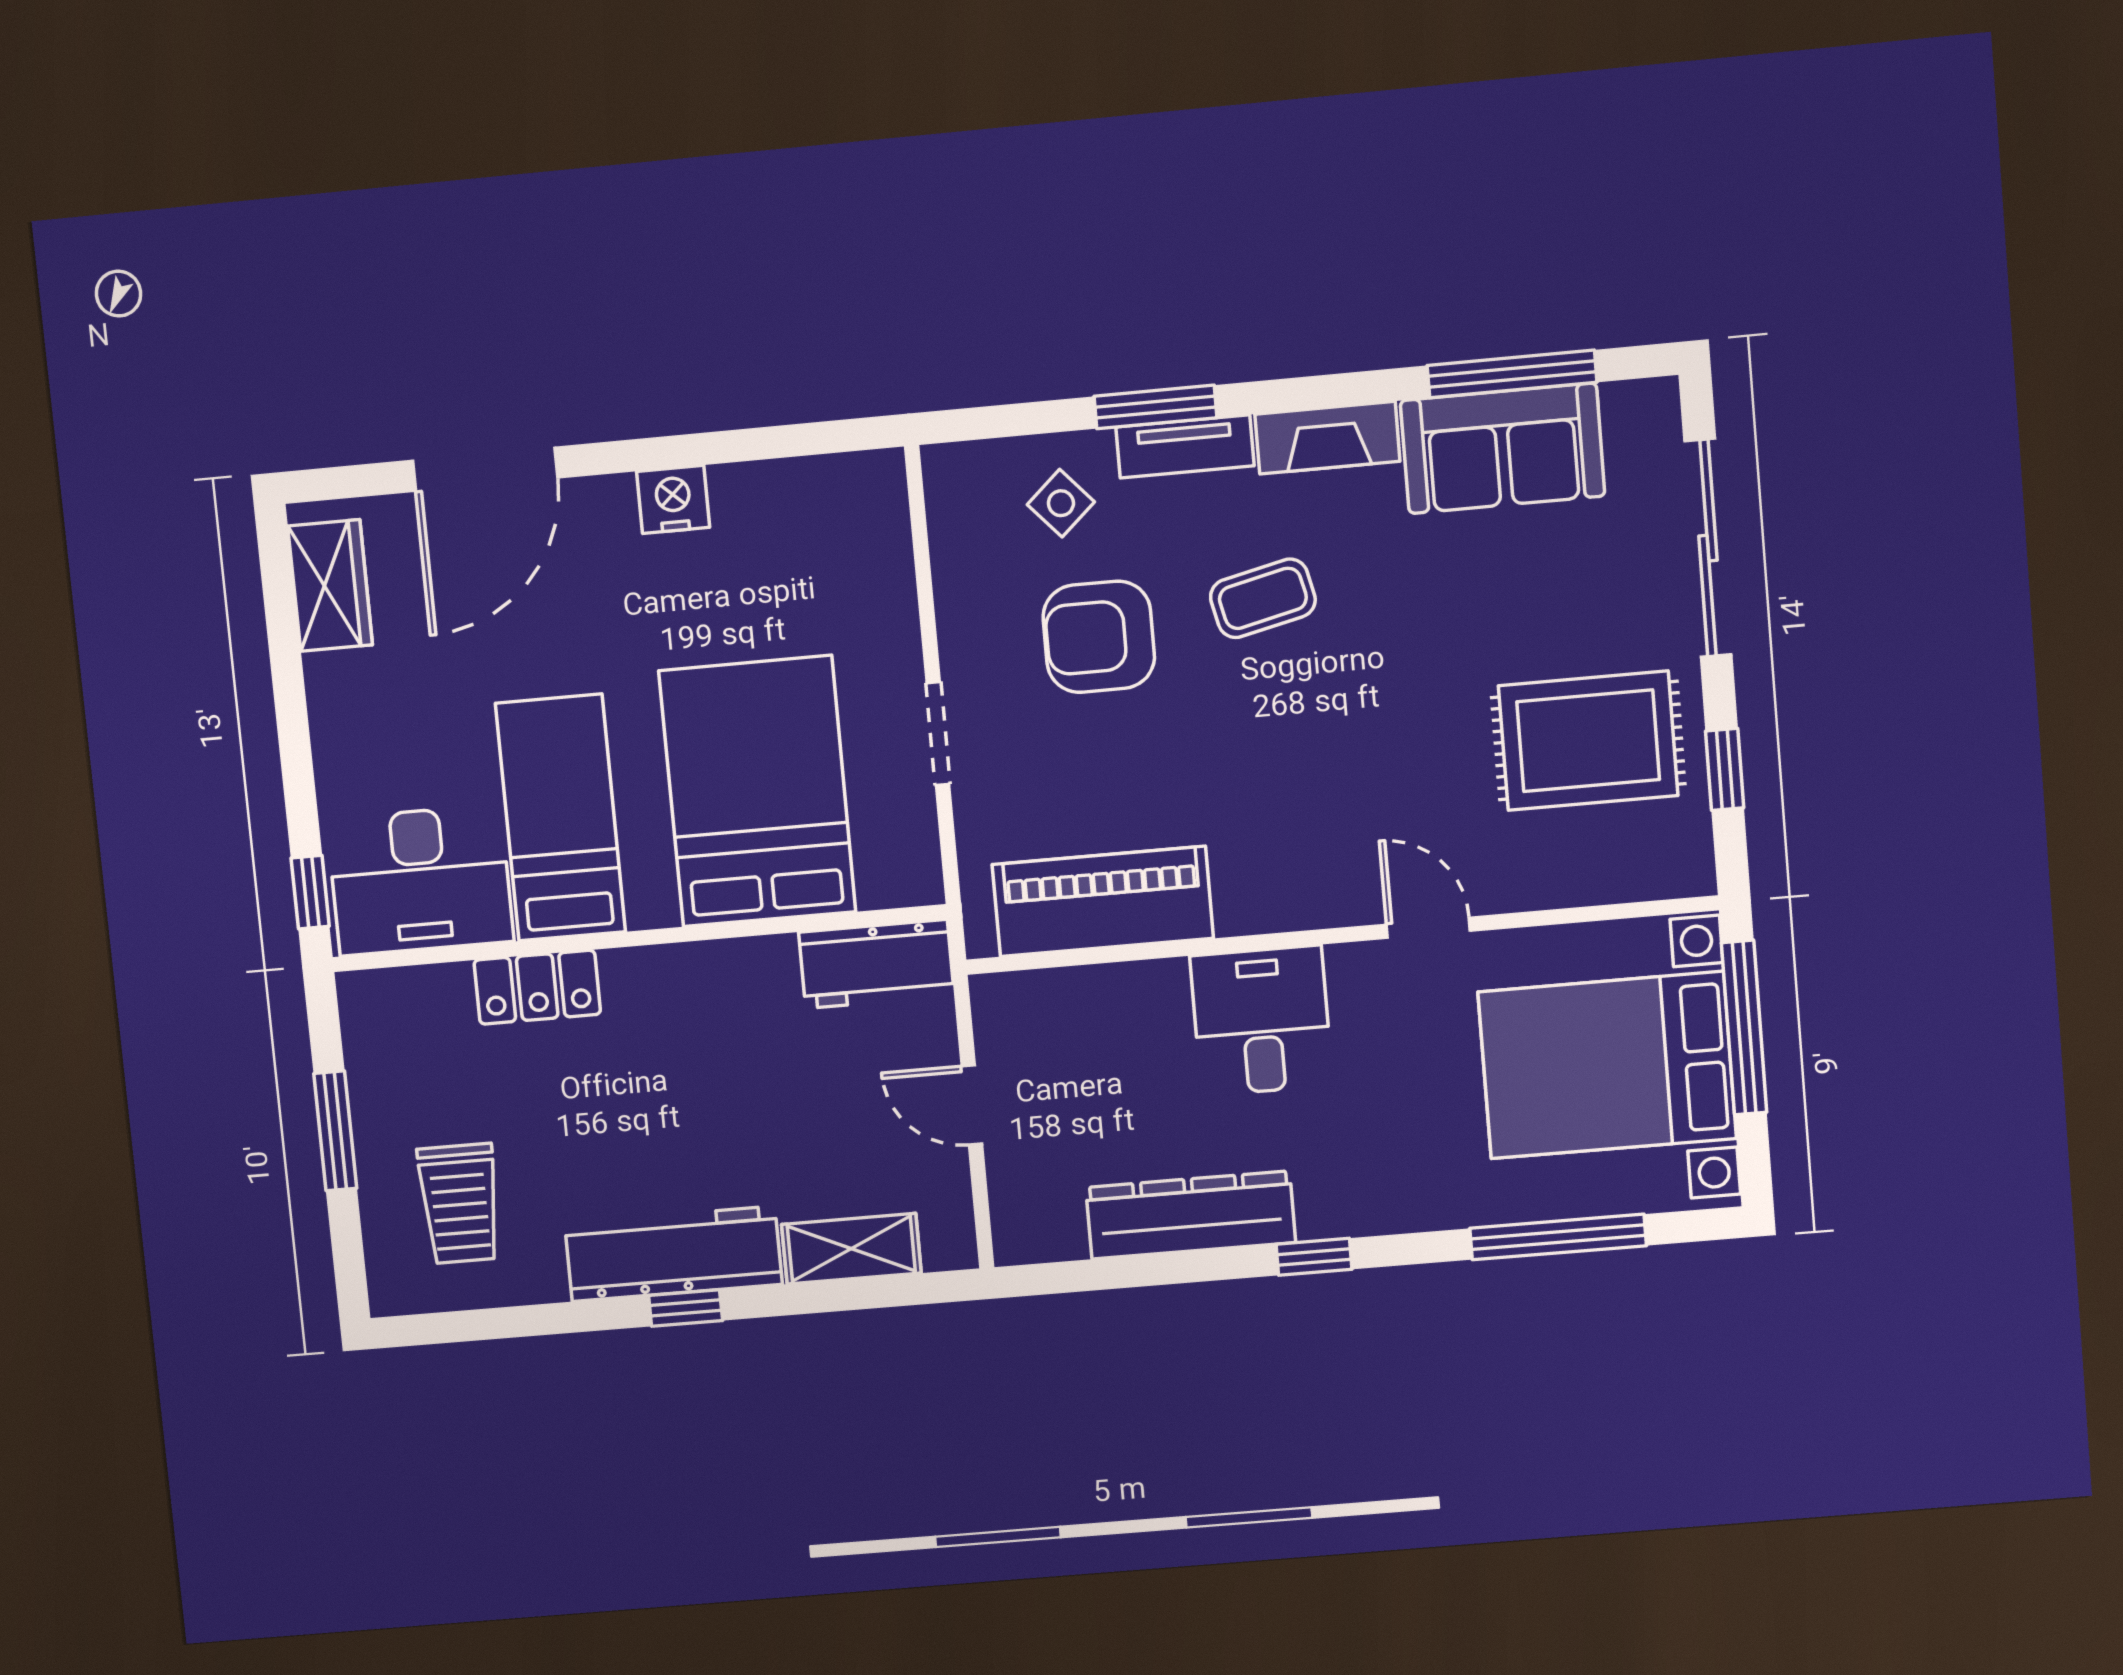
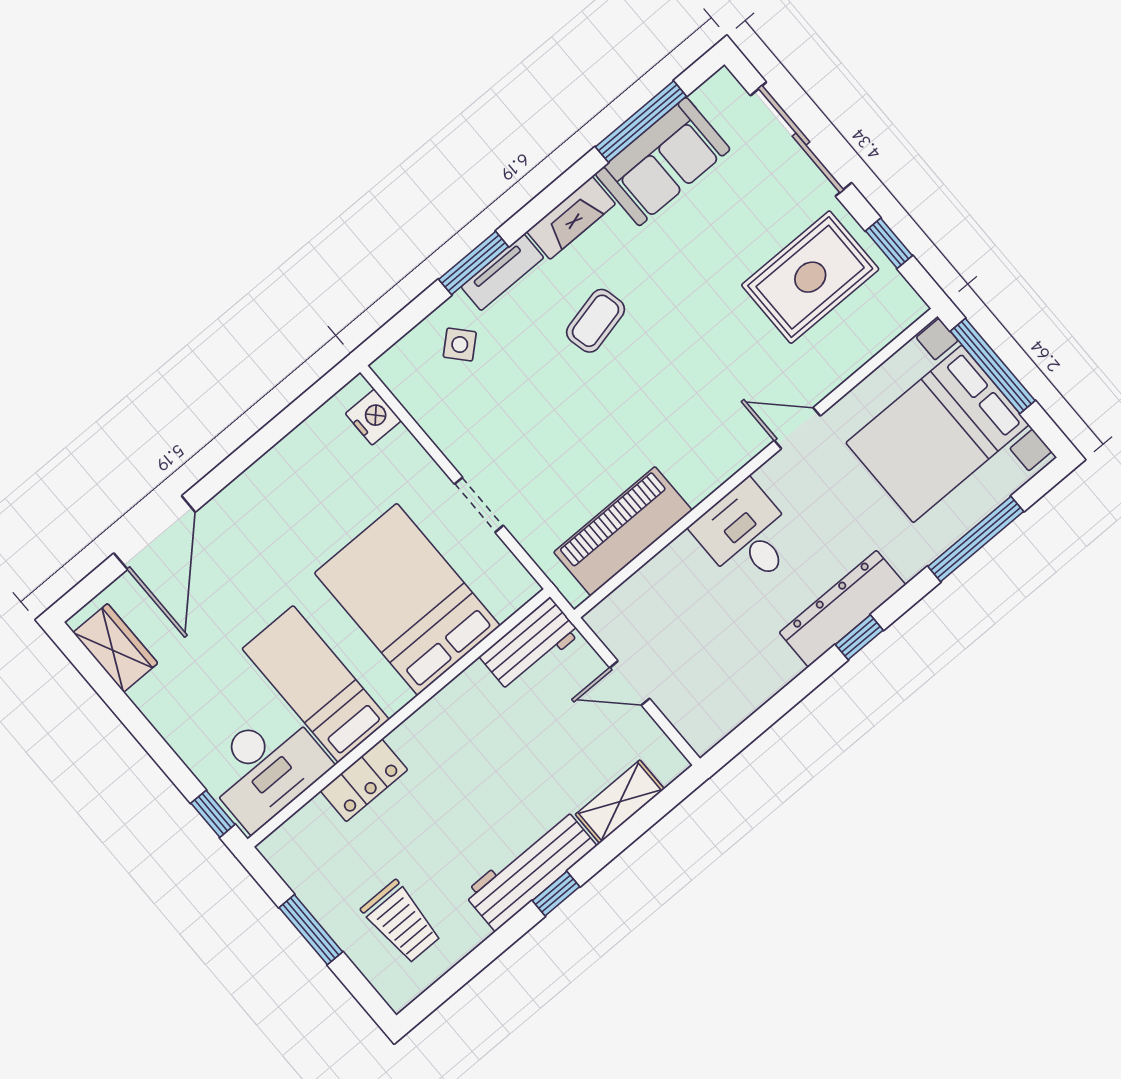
nightstand: (673, 499) -> (373, 417), moved, turned 90
armchair: (1099, 637) -> (526, 398), removed
dresser: (1191, 1215) -> (842, 609), moved

